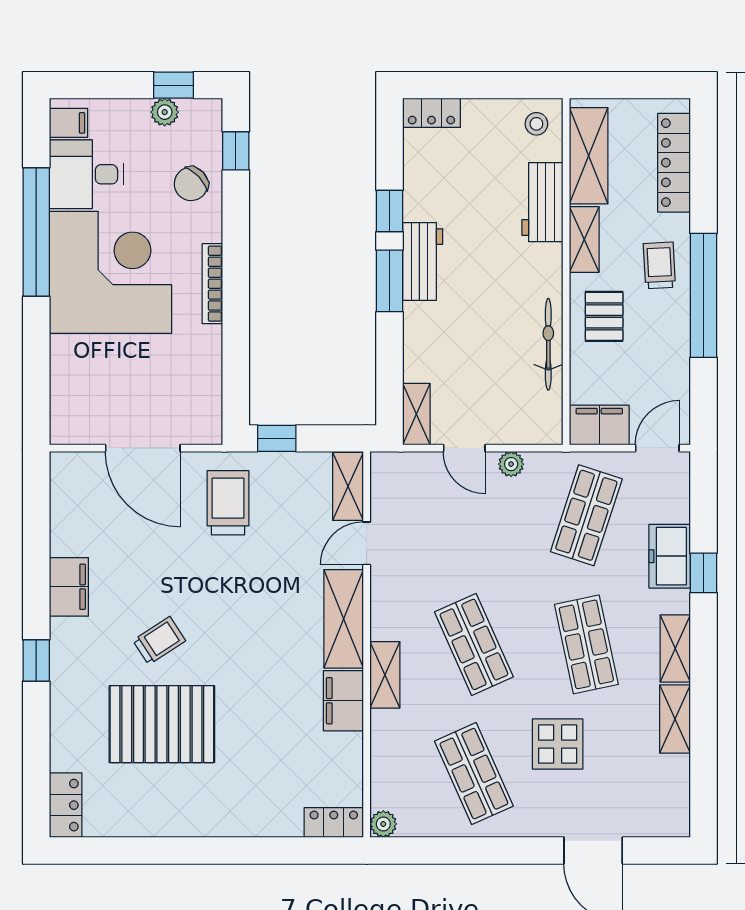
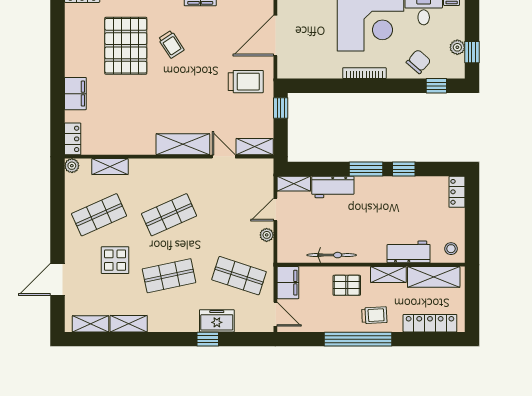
chair: (191, 184) -> (419, 62), turned 84
workbench: (423, 261) -> (333, 187), moved
shelving: (675, 649) -> (90, 324), moved
shelving: (385, 675) -> (110, 167), moved
filing cabinet: (343, 701) -> (75, 94), moved, turned 90

